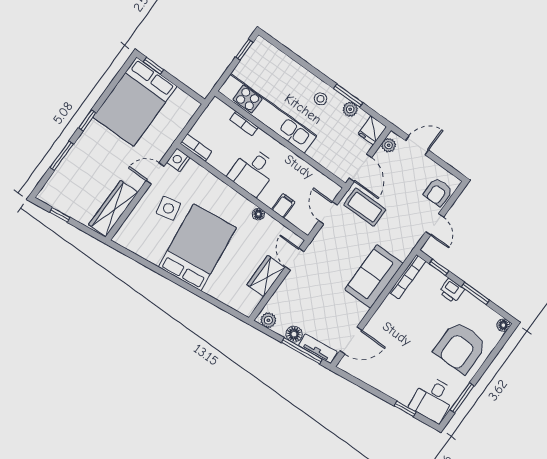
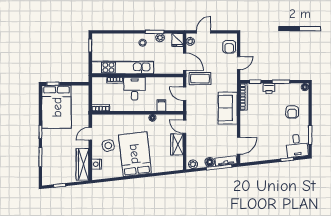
nightstand: (178, 160) -> (97, 164), moved
desk: (253, 171) -> (135, 89), moved, turned 180
door: (435, 224) -> (239, 63), hinge flipped
armchair: (460, 347) -> (292, 112), width x0.53, depth x0.53

